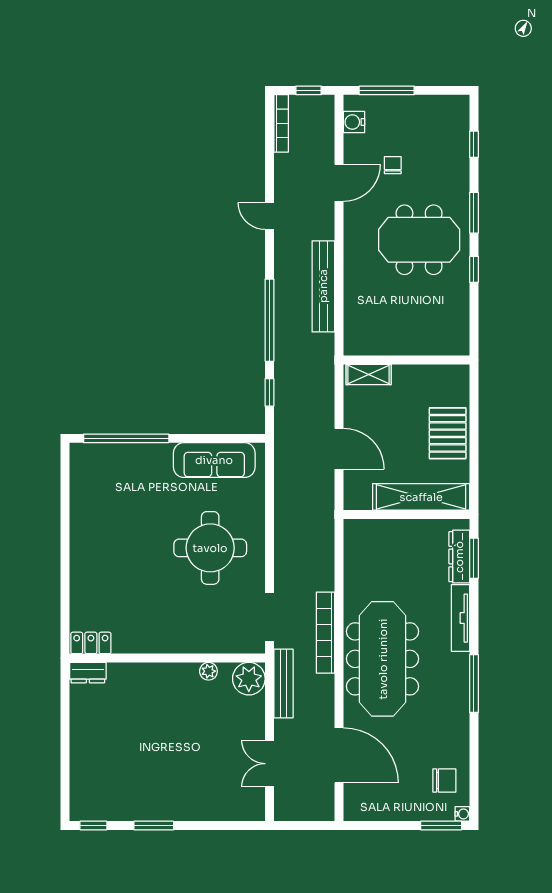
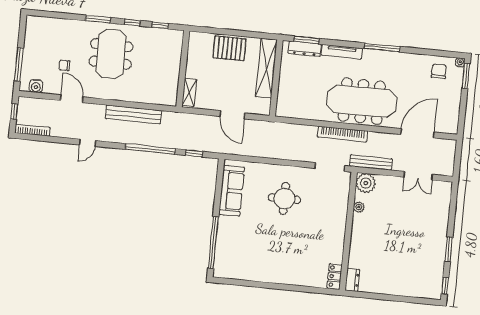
window: (474, 144) -> (160, 25), moved
door: (339, 449) -> (232, 115), swing flipped
round table: (210, 548) -> (284, 199), width x0.73, depth x0.73

